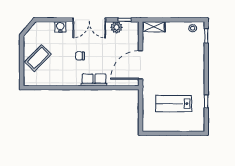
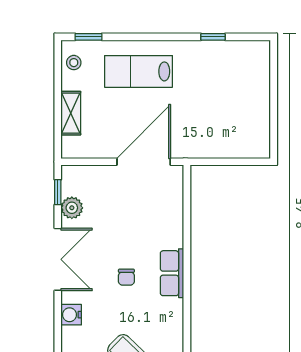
shelving: (154, 27) -> (71, 113), moved
door: (141, 65) -> (144, 162), swing flipped
row of seats: (94, 80) -> (172, 273), moved
lab bench: (174, 104) -> (139, 71), moved, turned 90

